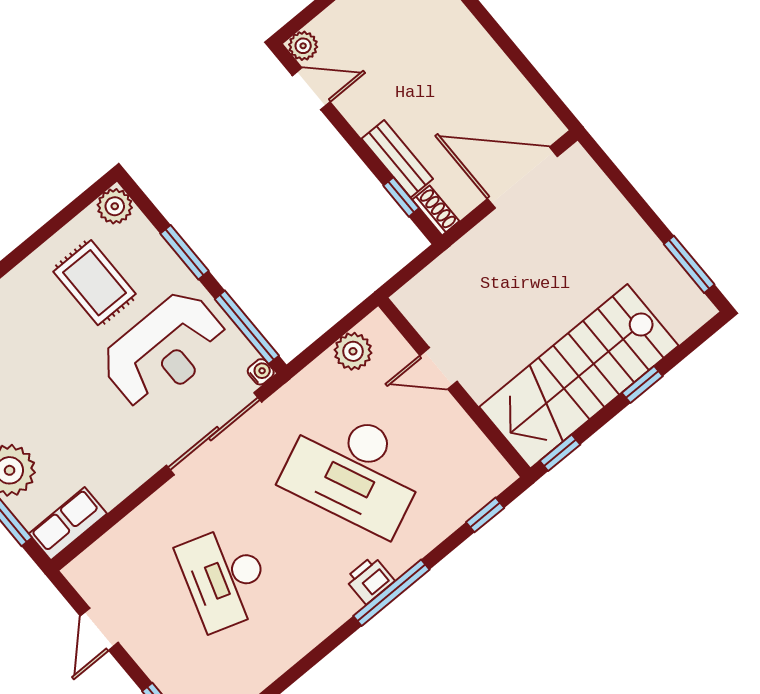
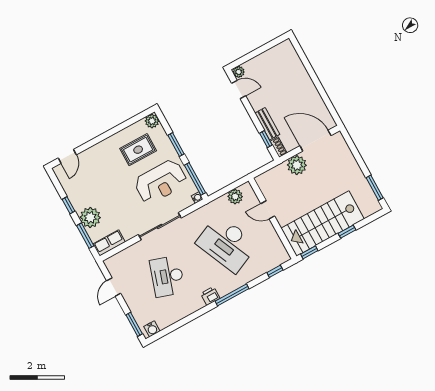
plant: (489, 246) -> (297, 165), added
rug: (94, 283) -> (138, 150), turned 90
sliding door: (214, 434) -> (160, 226), moved
printer: (370, 580) -> (210, 296), moved

